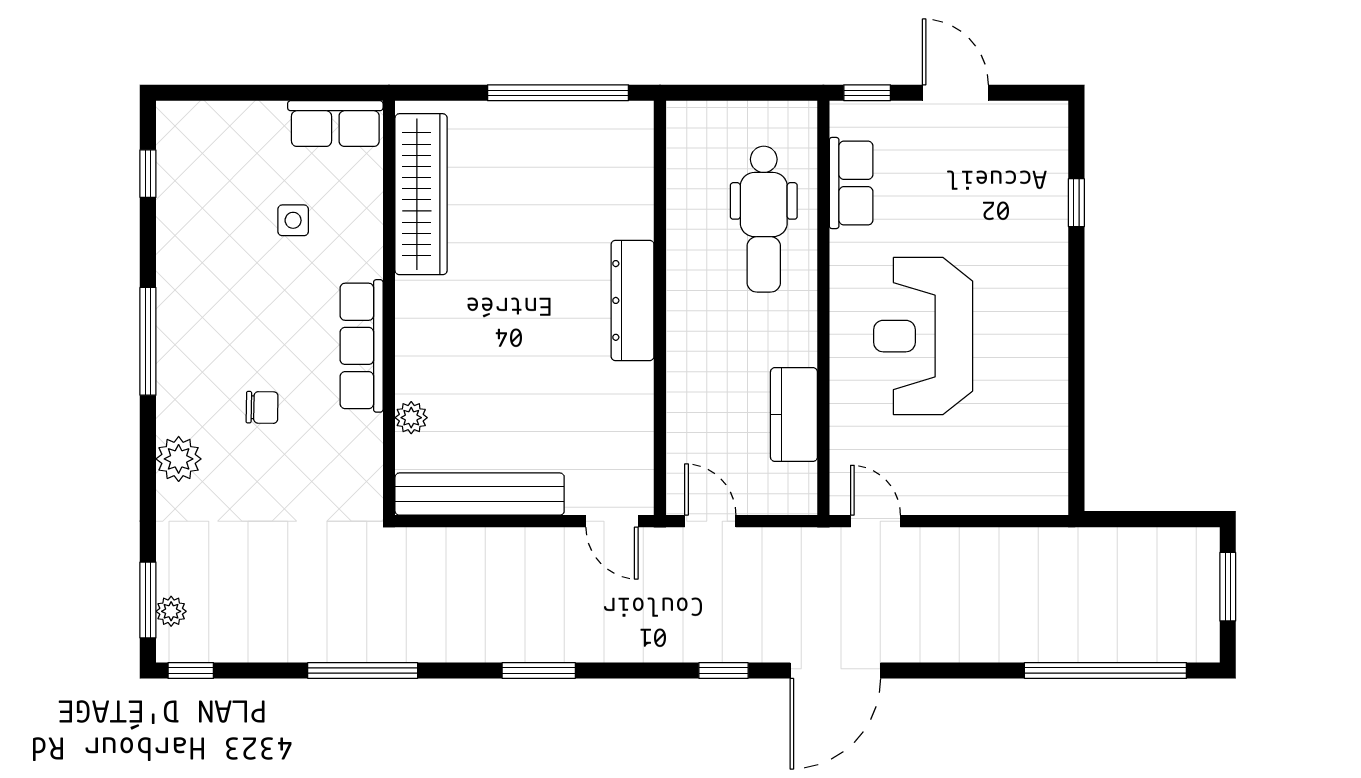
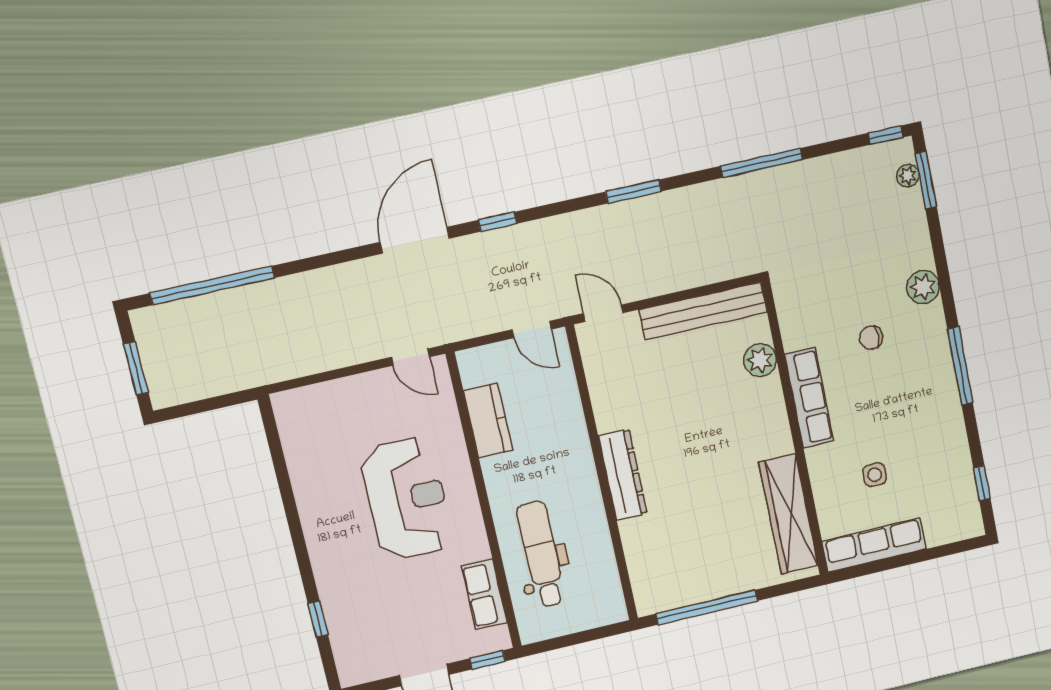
row of seats: (335, 124) -> (874, 545), width x1.48
plant: (411, 418) -> (760, 360), width x1.38, depth x1.38

